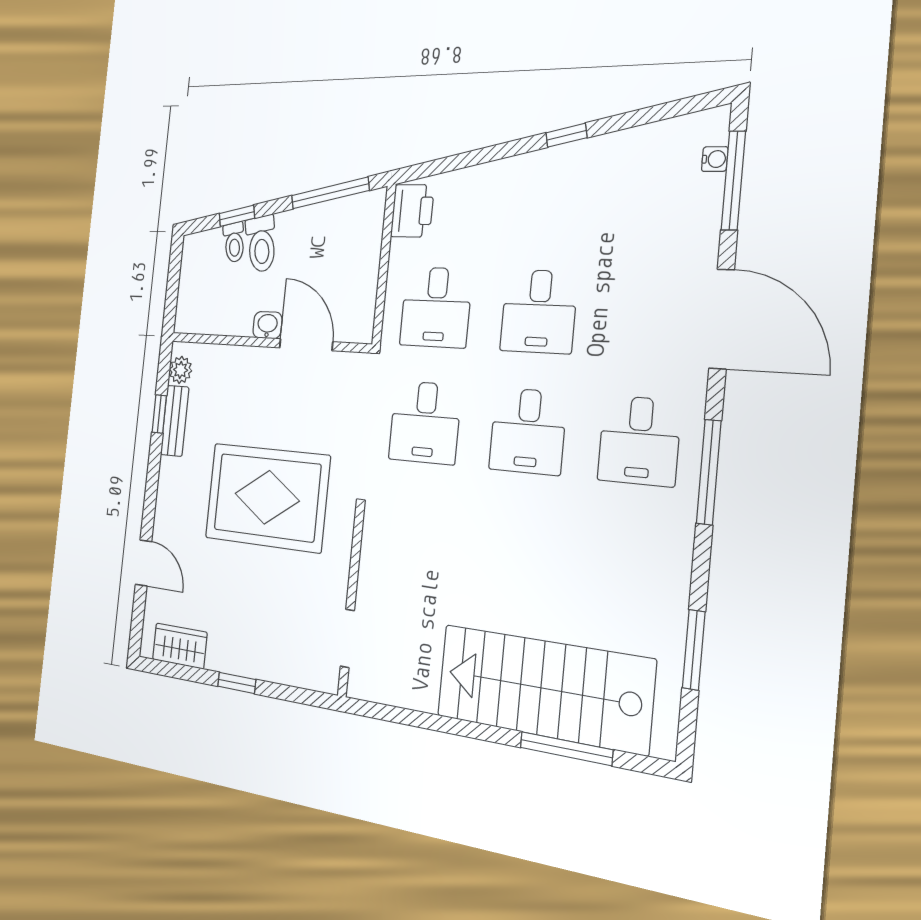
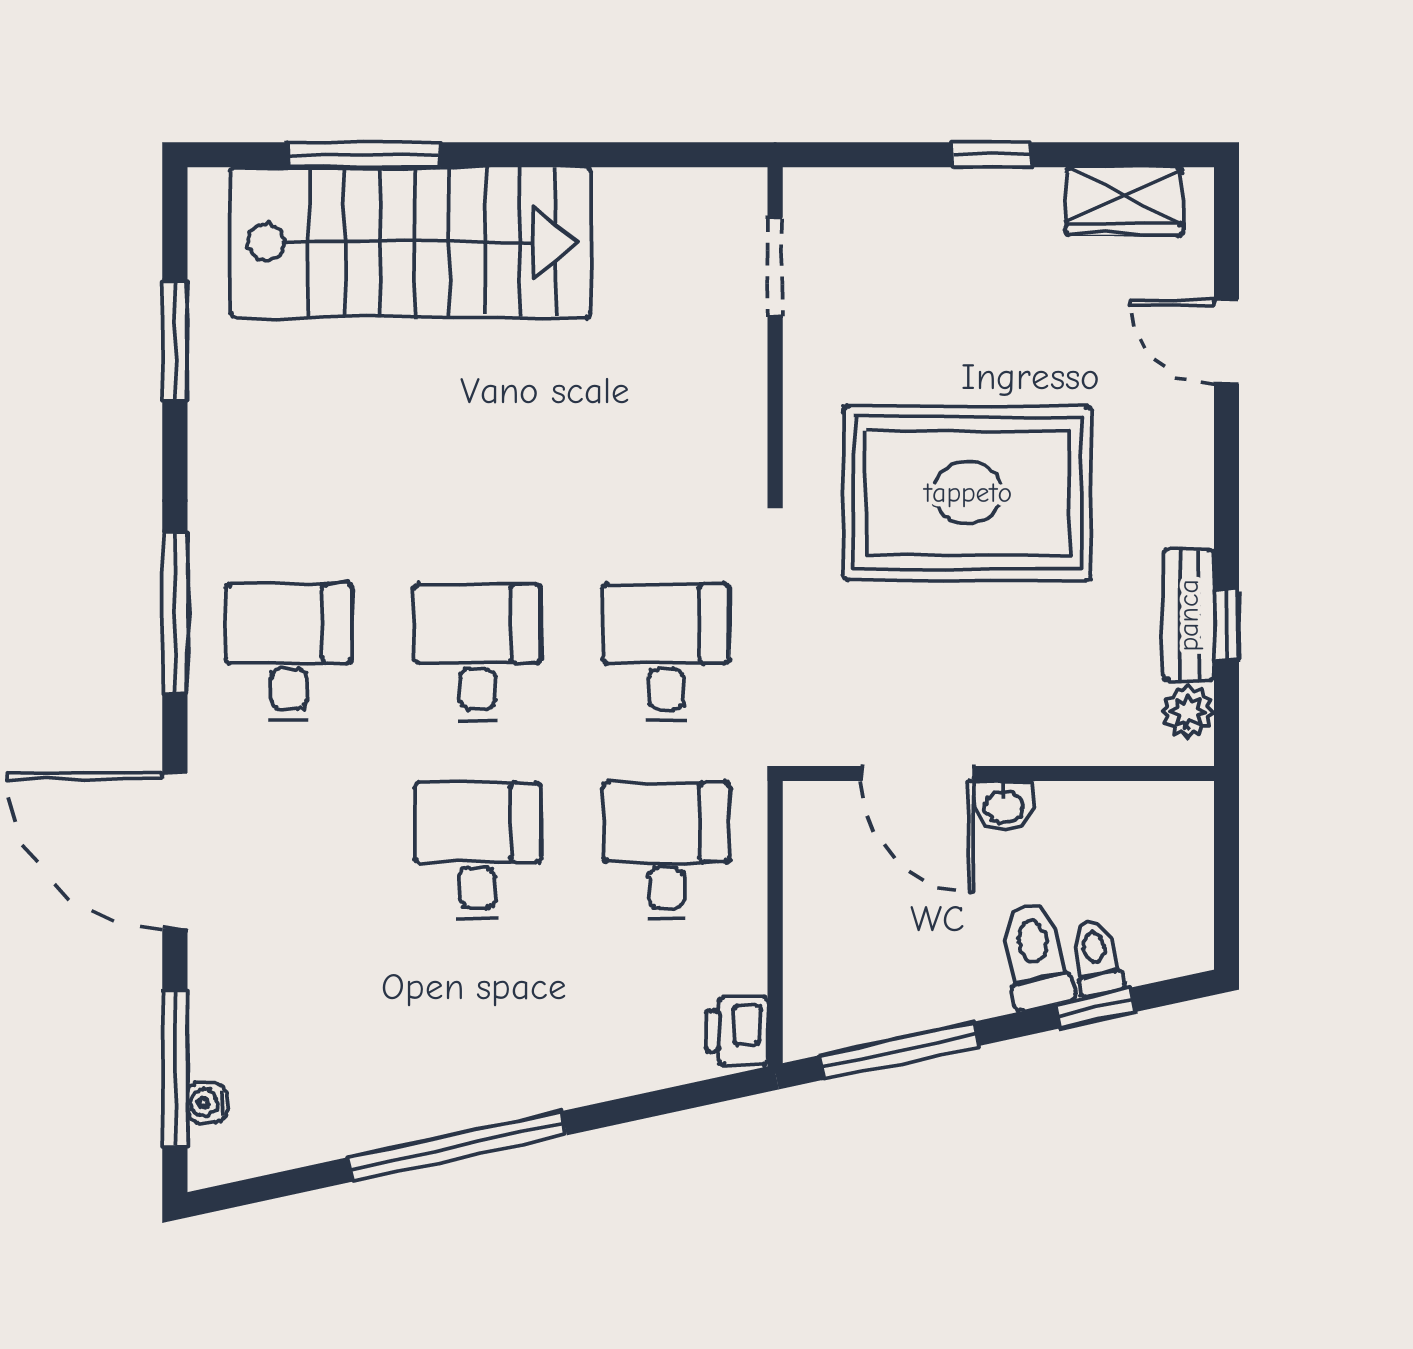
window: (566, 135) -> (457, 1146), width x3.17
printer: (412, 211) -> (737, 1031), width x0.73, depth x0.81

